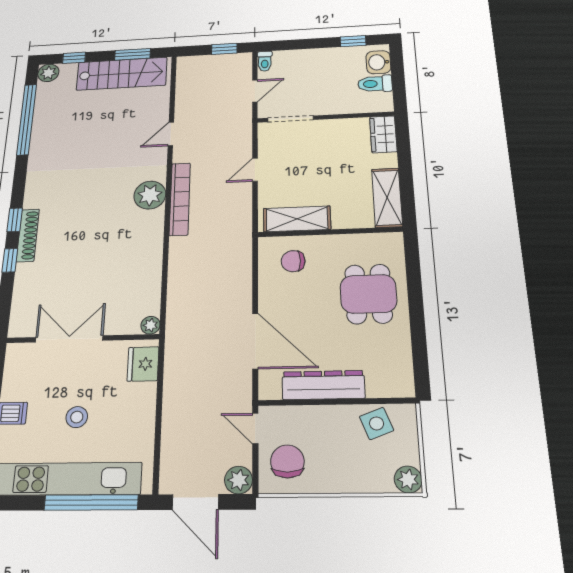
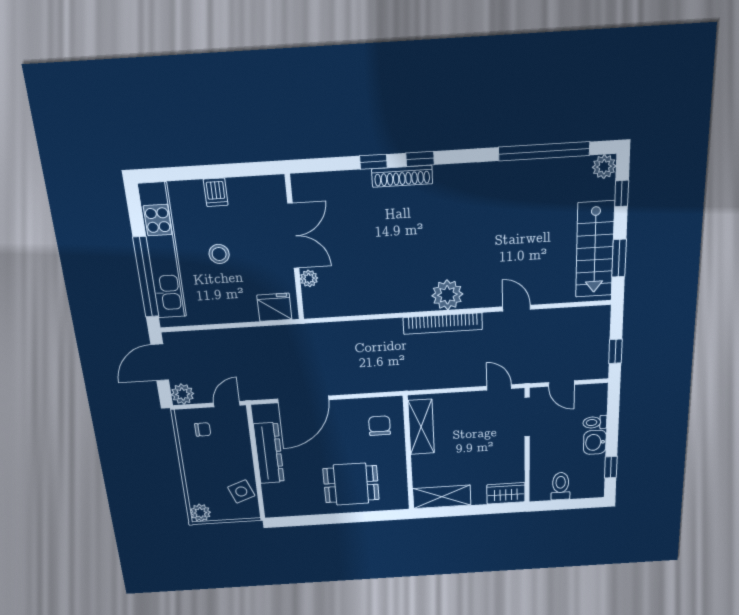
toilet: (265, 61) -> (595, 422), moved
washbasin: (378, 62) -> (595, 442), moved, turned -90
door: (255, 170) -> (499, 387), moved
plant: (150, 325) -> (309, 278), moved
chair: (287, 461) -> (203, 429), width x0.54, depth x0.54

